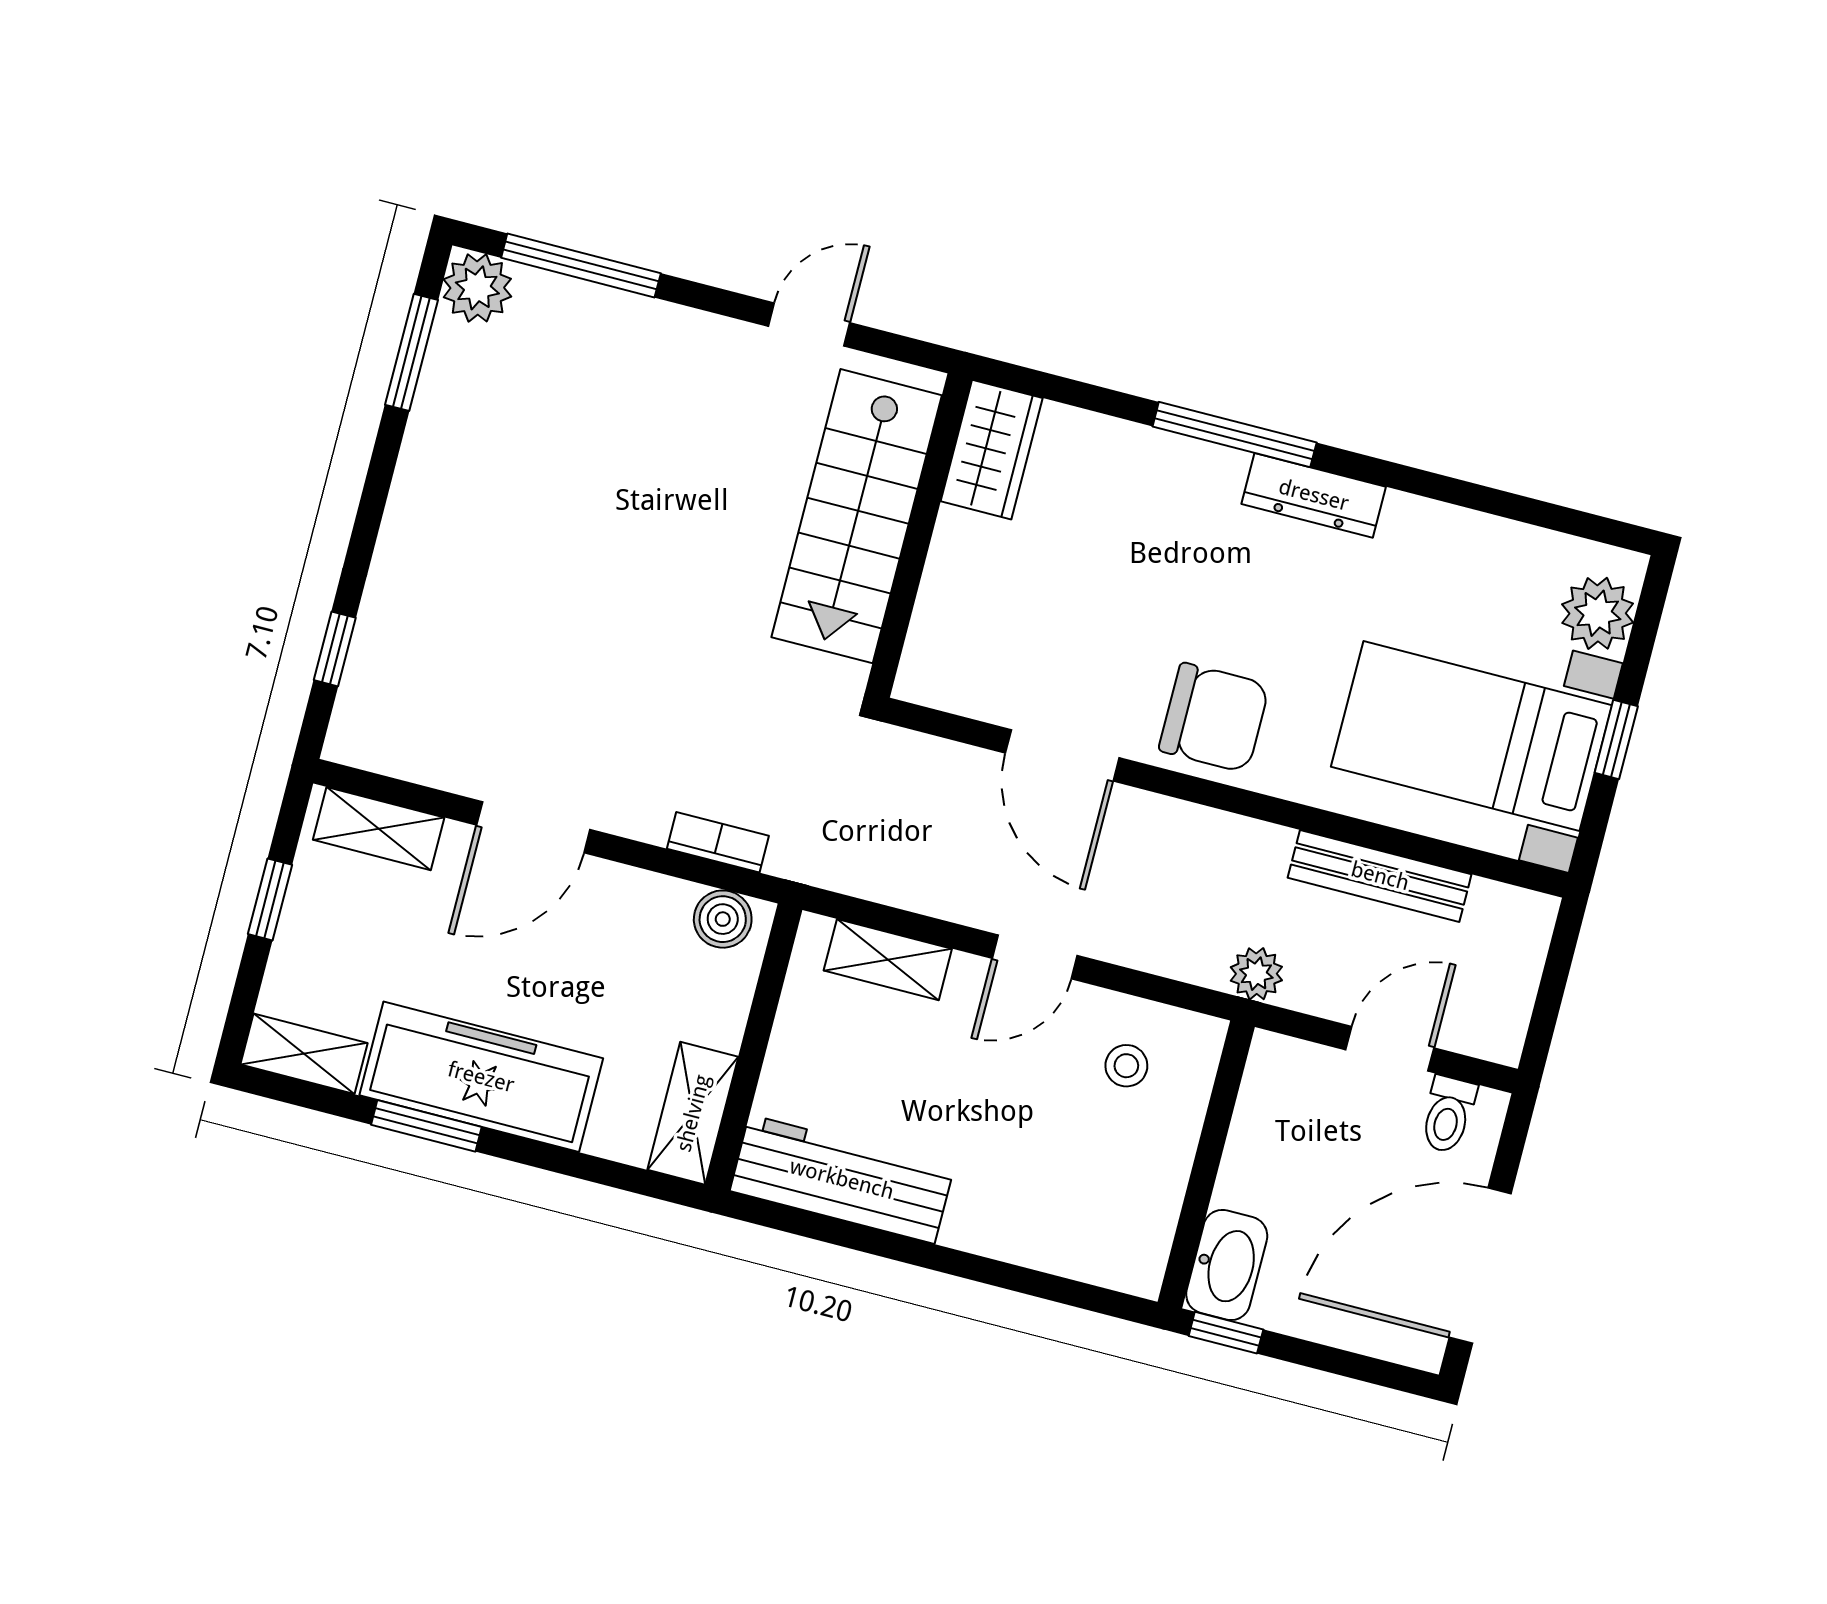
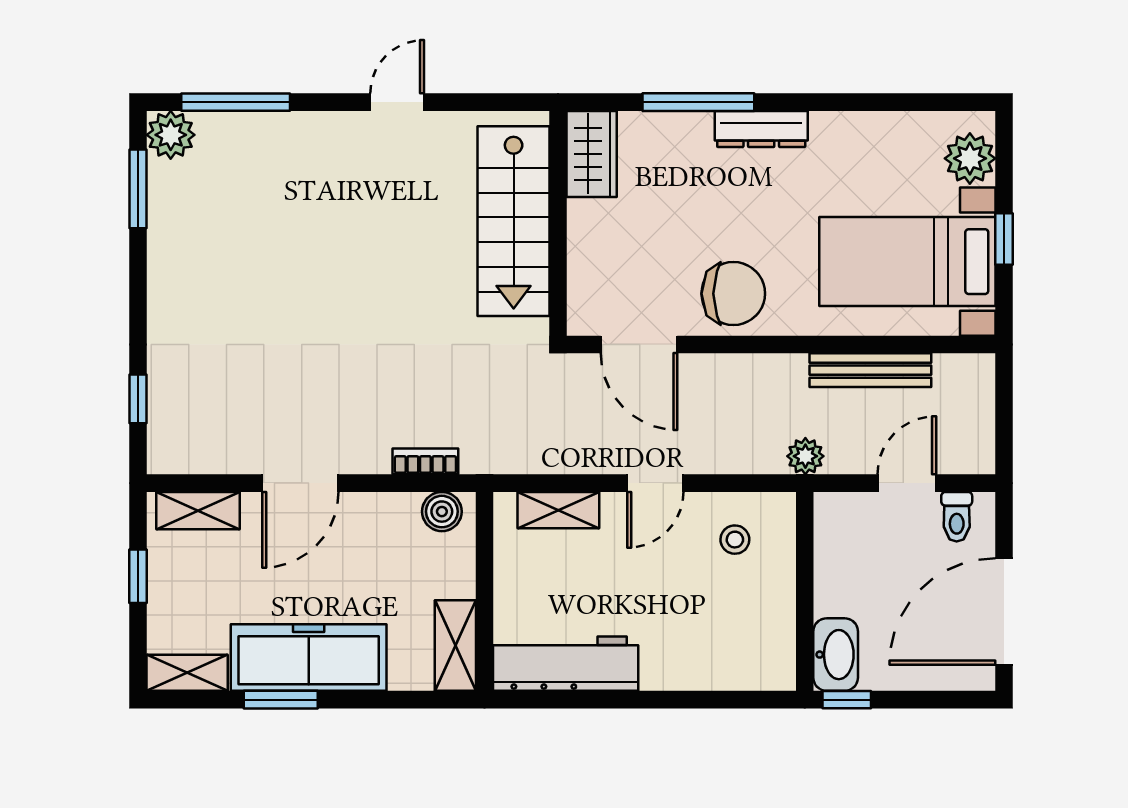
wardrobe: (992, 450) -> (592, 154), moved
stairs: (857, 516) -> (514, 221), moved
wall: (919, 536) -> (558, 223), moved

